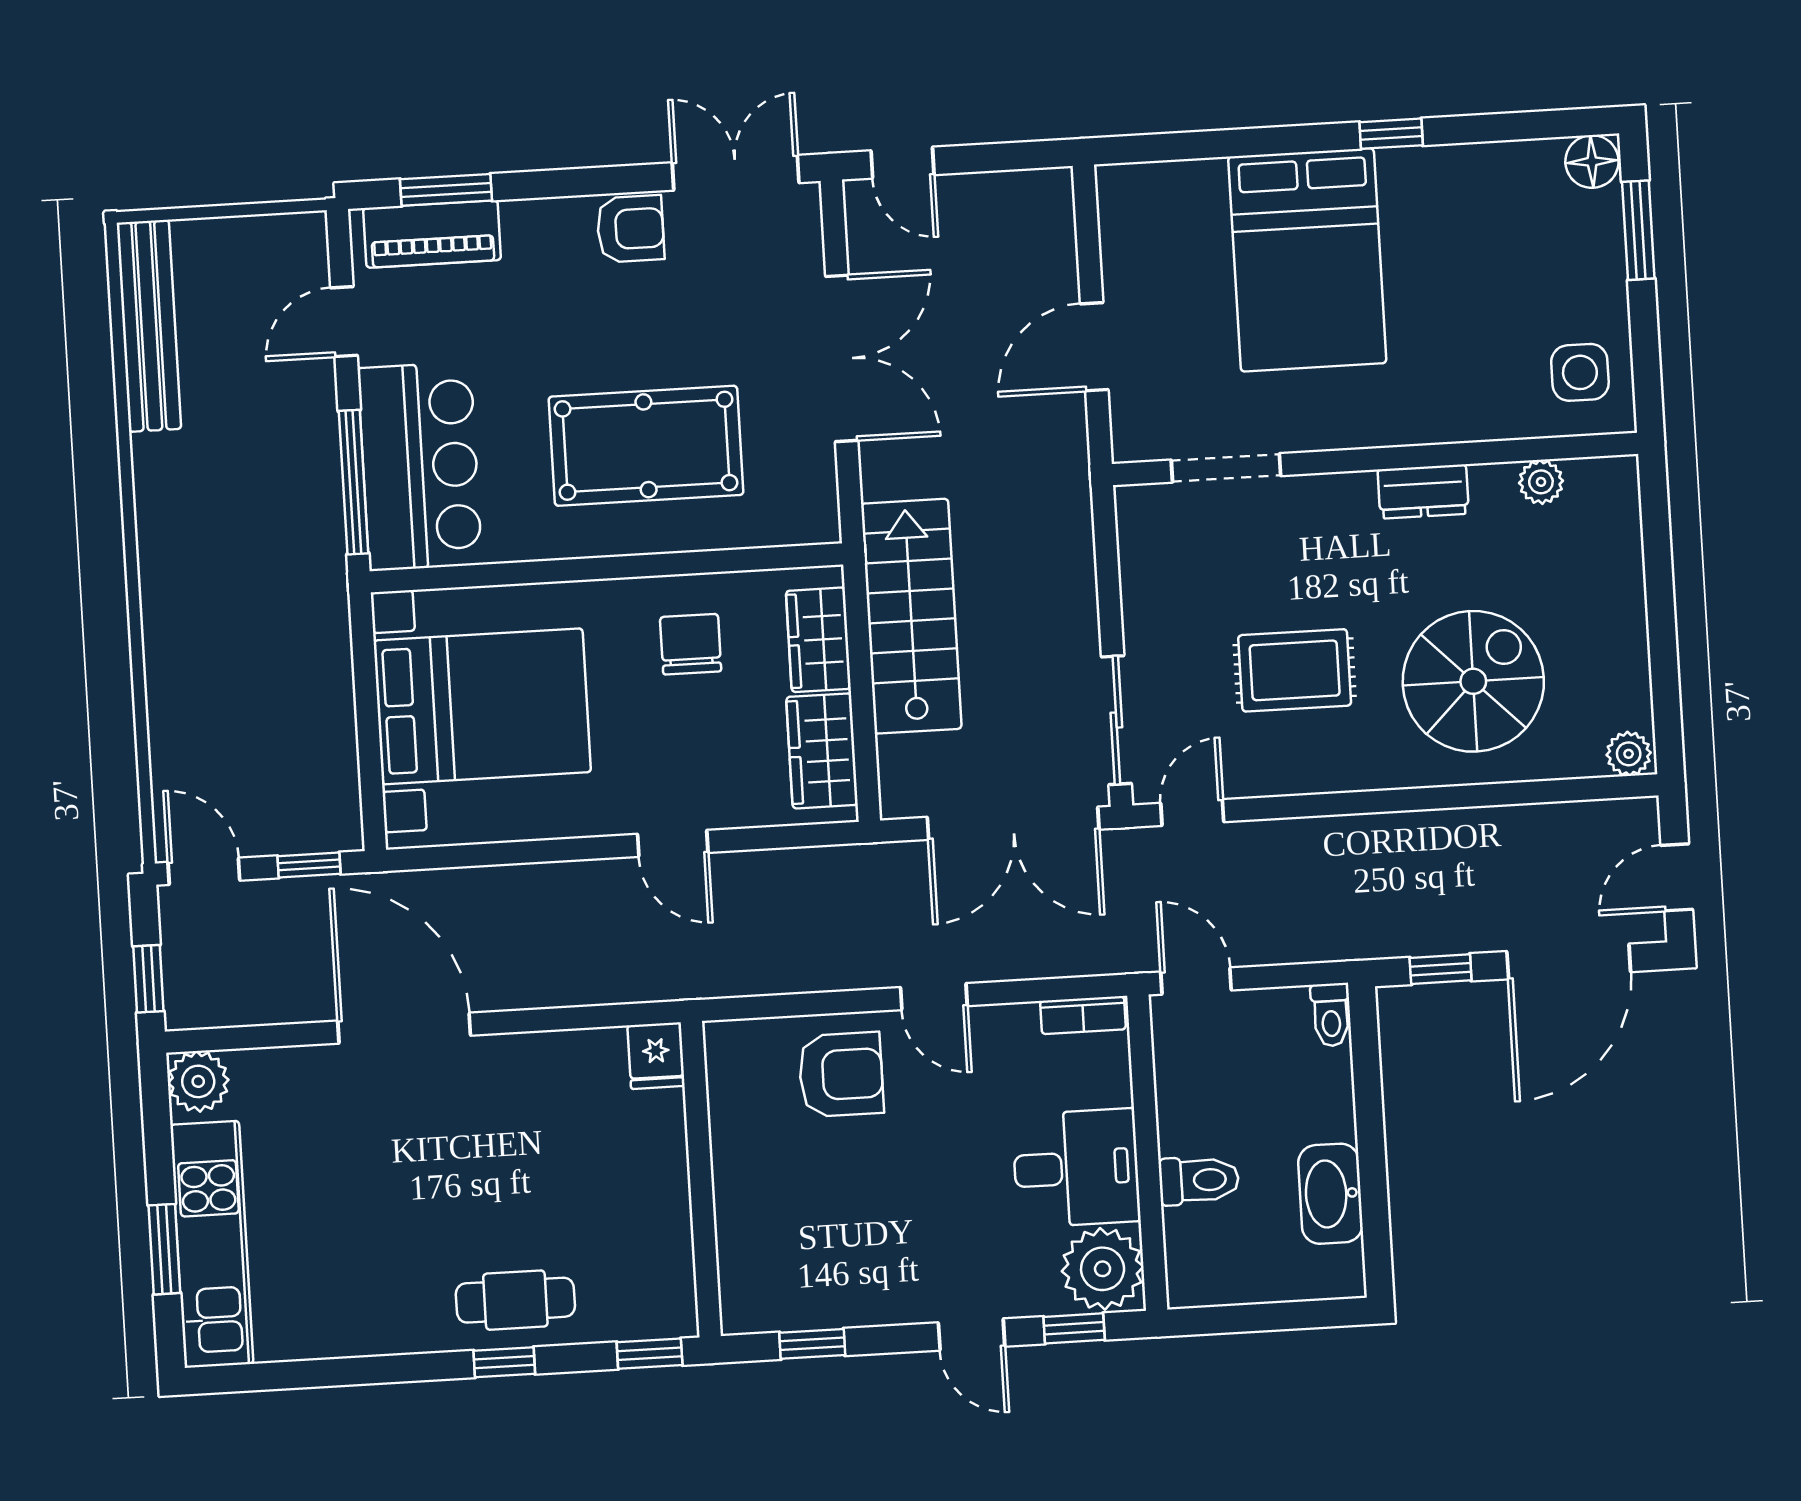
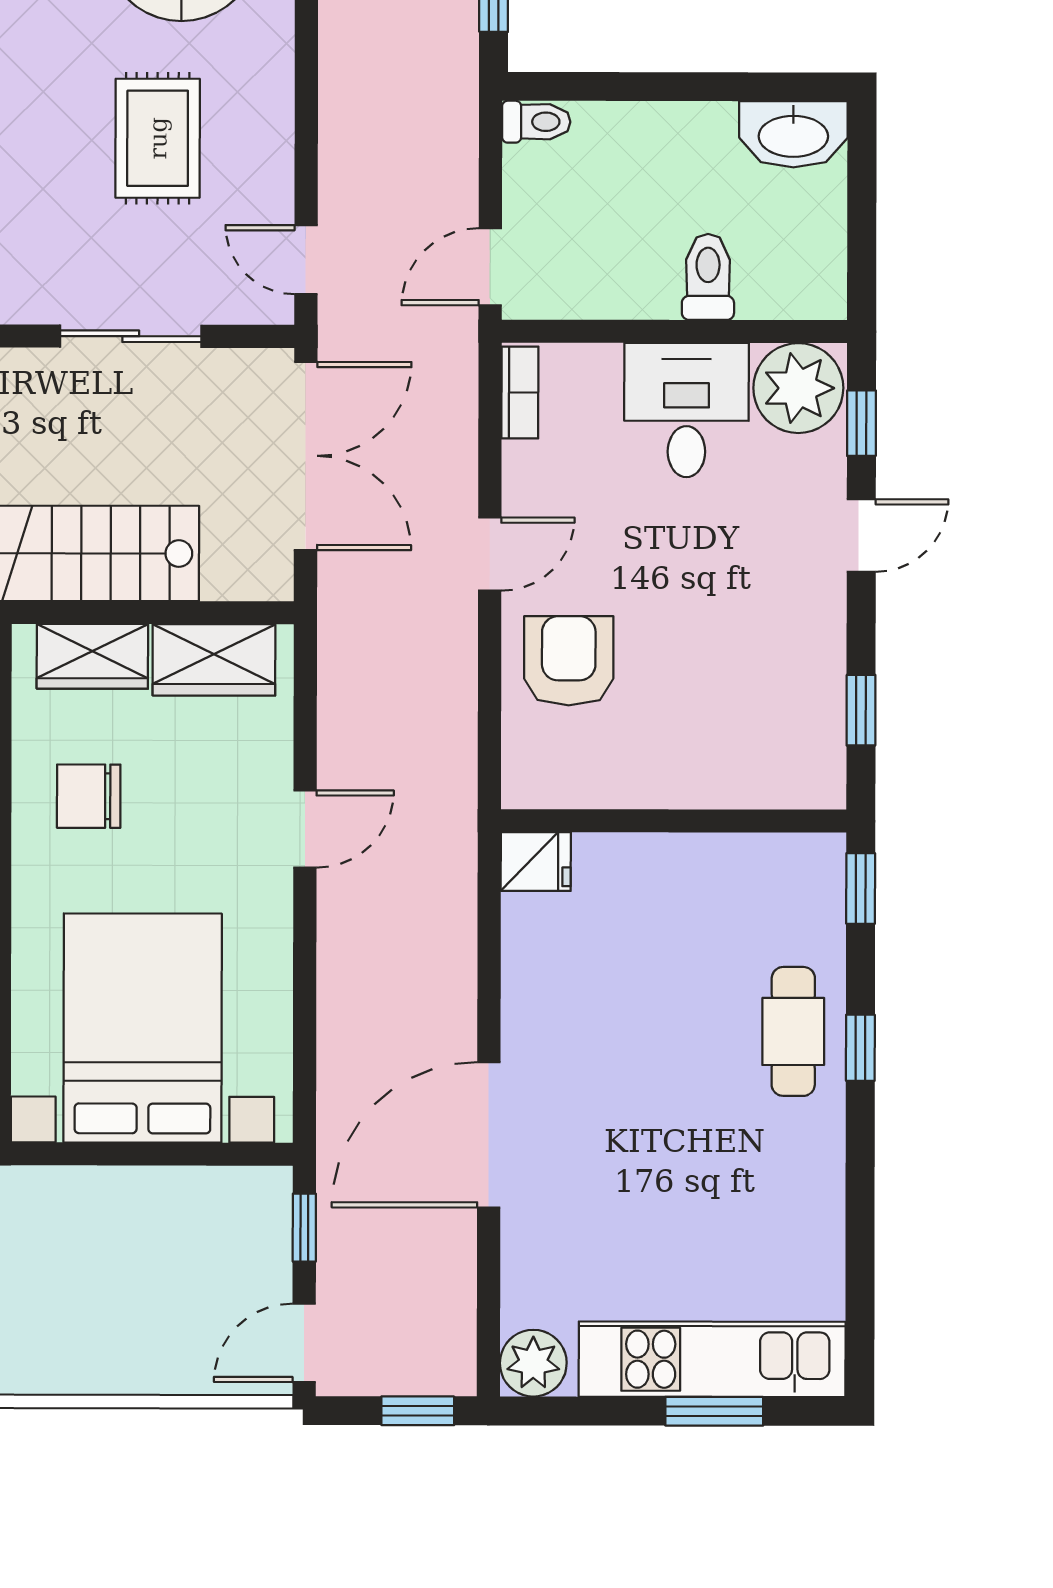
sliding door: (1116, 720) -> (131, 336), moved
washbasin: (1330, 1194) -> (793, 134), moved

